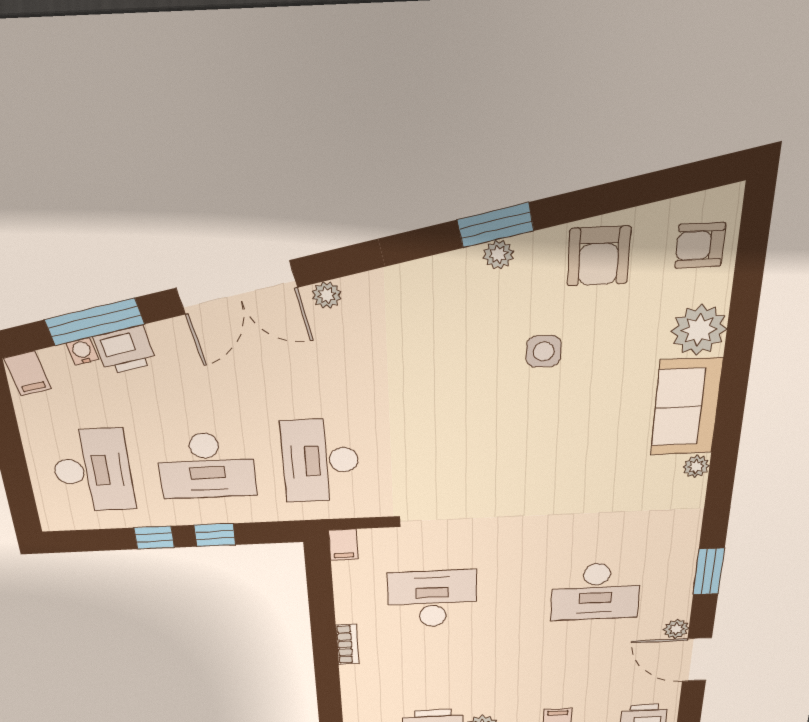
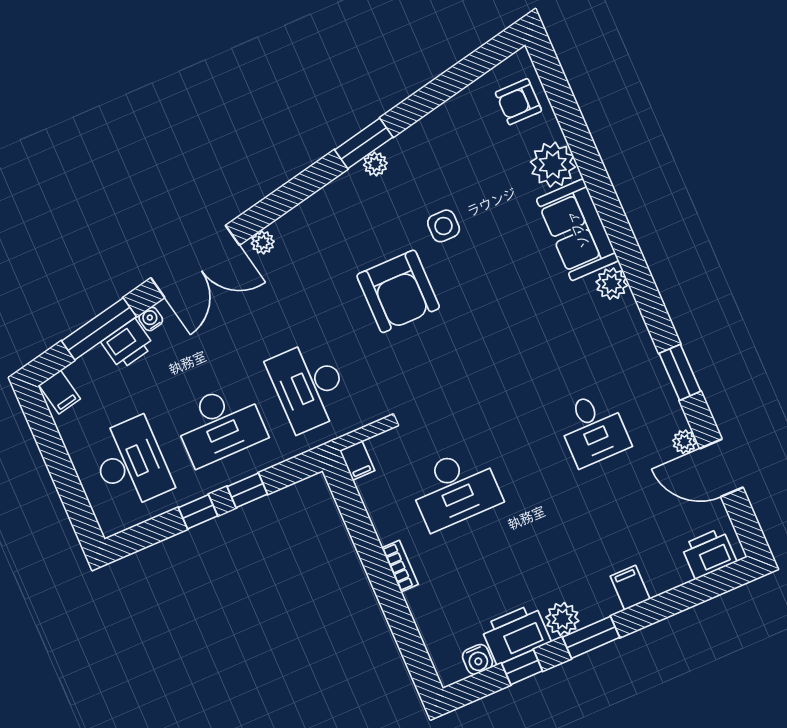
armchair: (599, 256) -> (398, 291), moved, width x1.36, depth x1.36
water cooler: (82, 351) -> (151, 319), moved
plant: (696, 466) -> (612, 284), width x1.38, depth x1.38
desk: (596, 592) -> (593, 429), width x0.73
desk: (432, 599) -> (455, 489), turned 180

